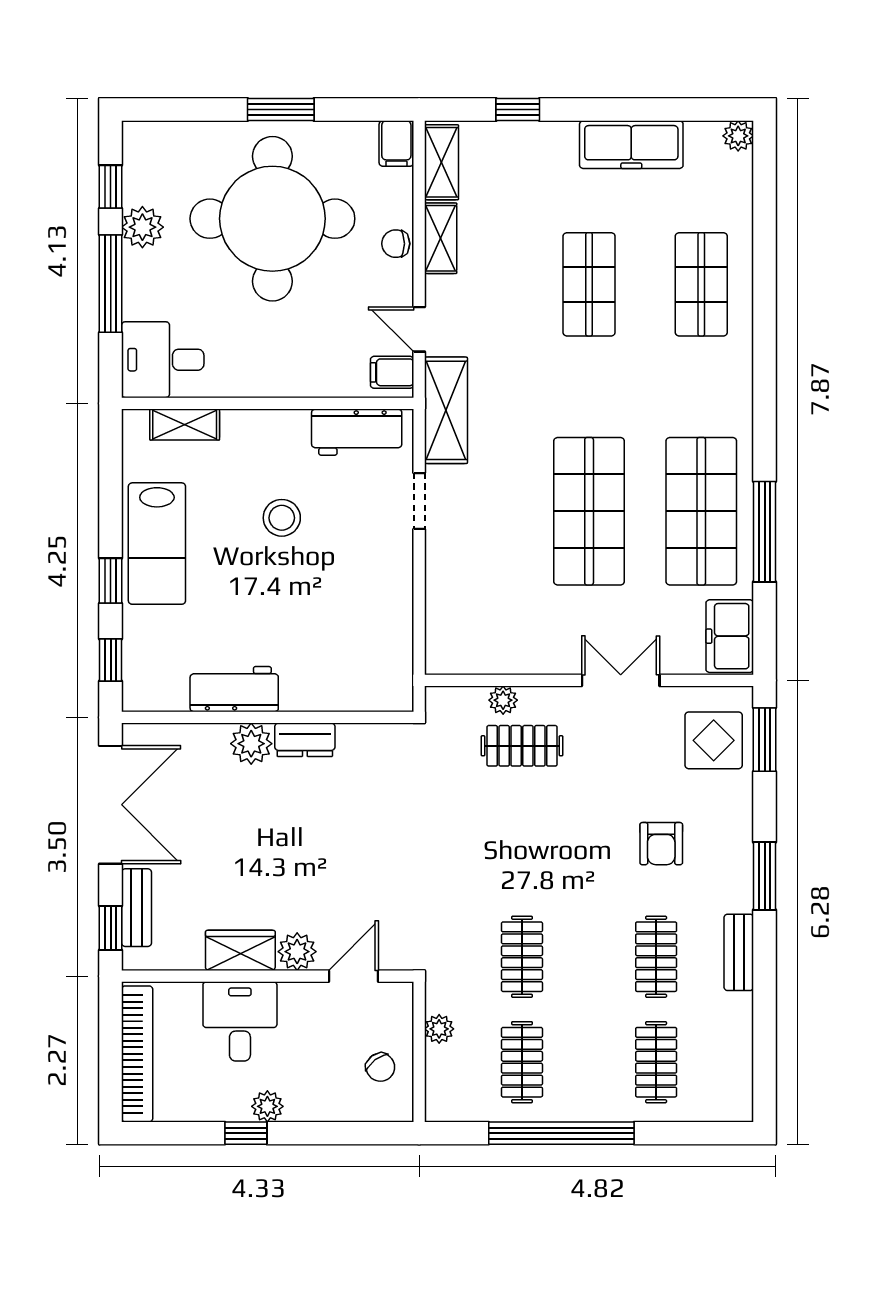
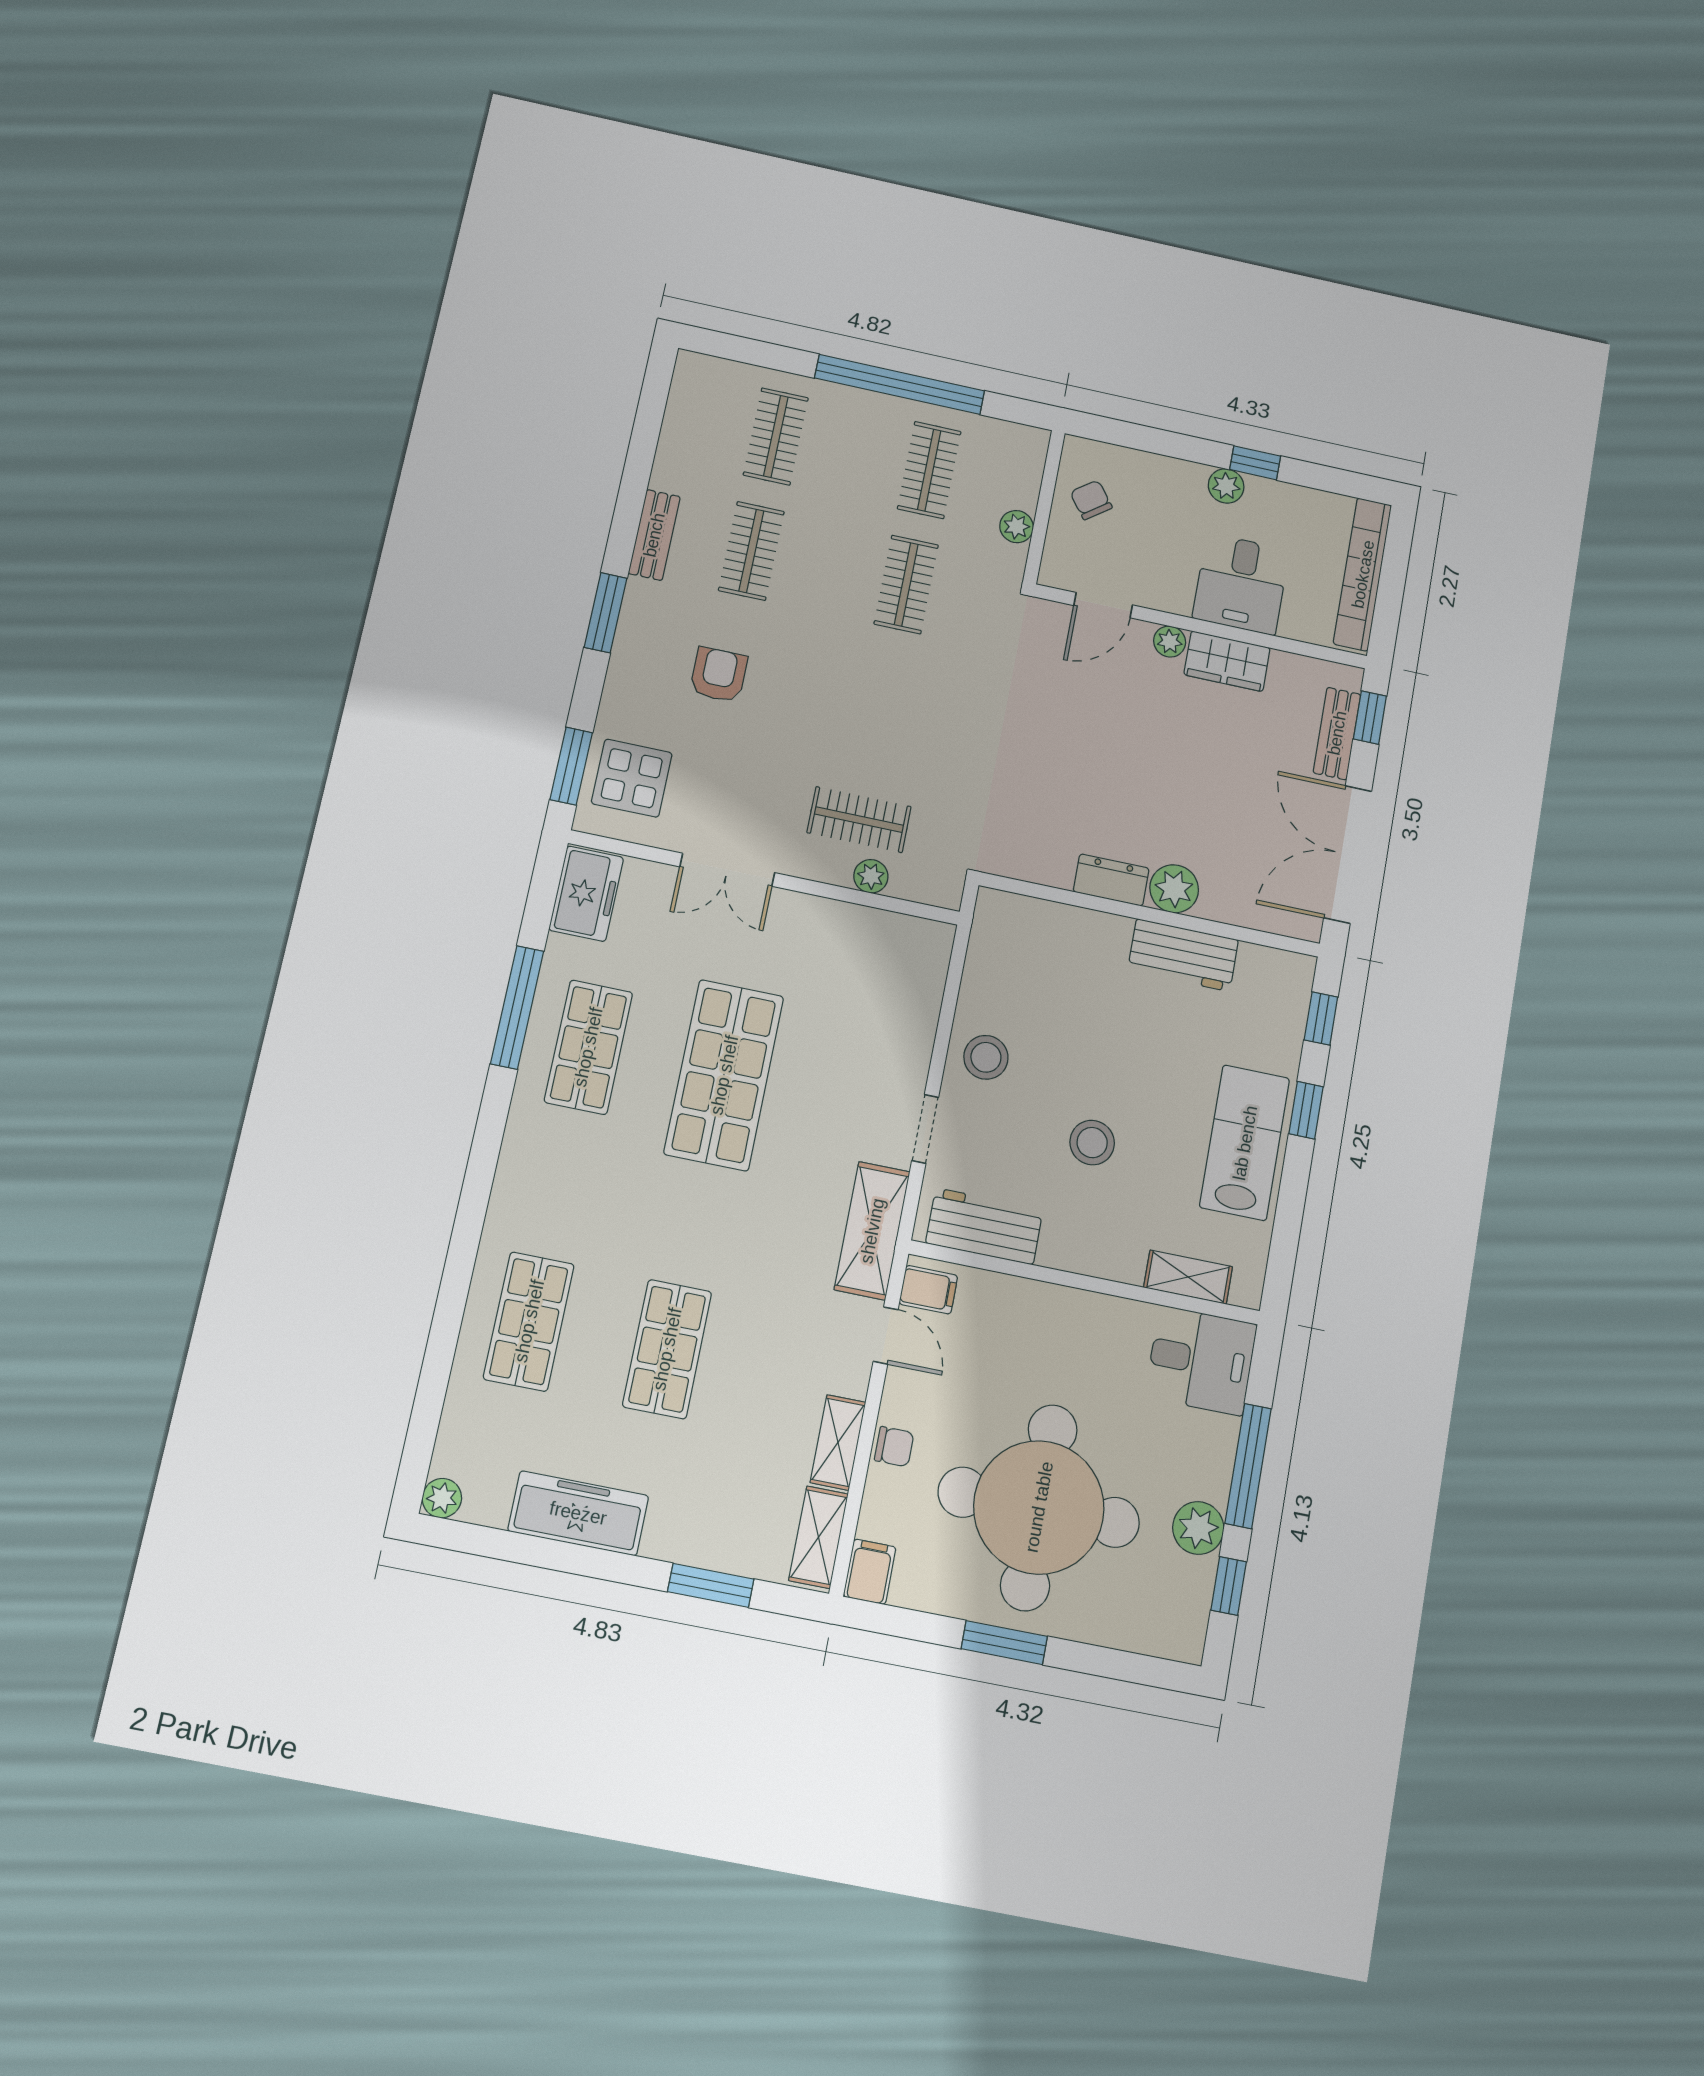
window: (518, 110) -> (711, 1585), width x1.50
shop shelf: (701, 511) -> (588, 1047), width x0.70, depth x0.74
stool: (381, 570) -> (986, 1057), added
plant: (297, 952) -> (1170, 642), width x0.73, depth x0.73

